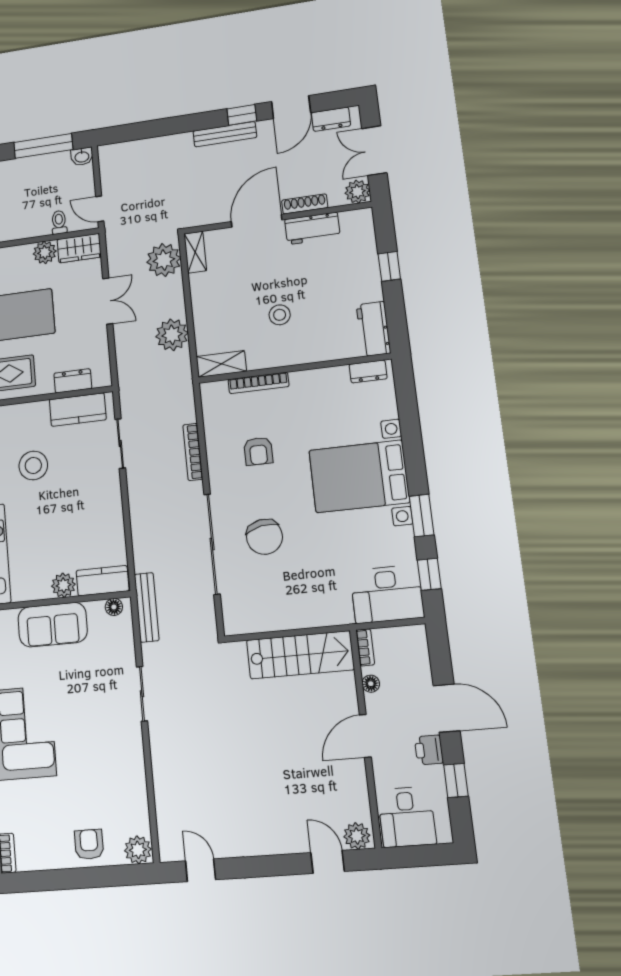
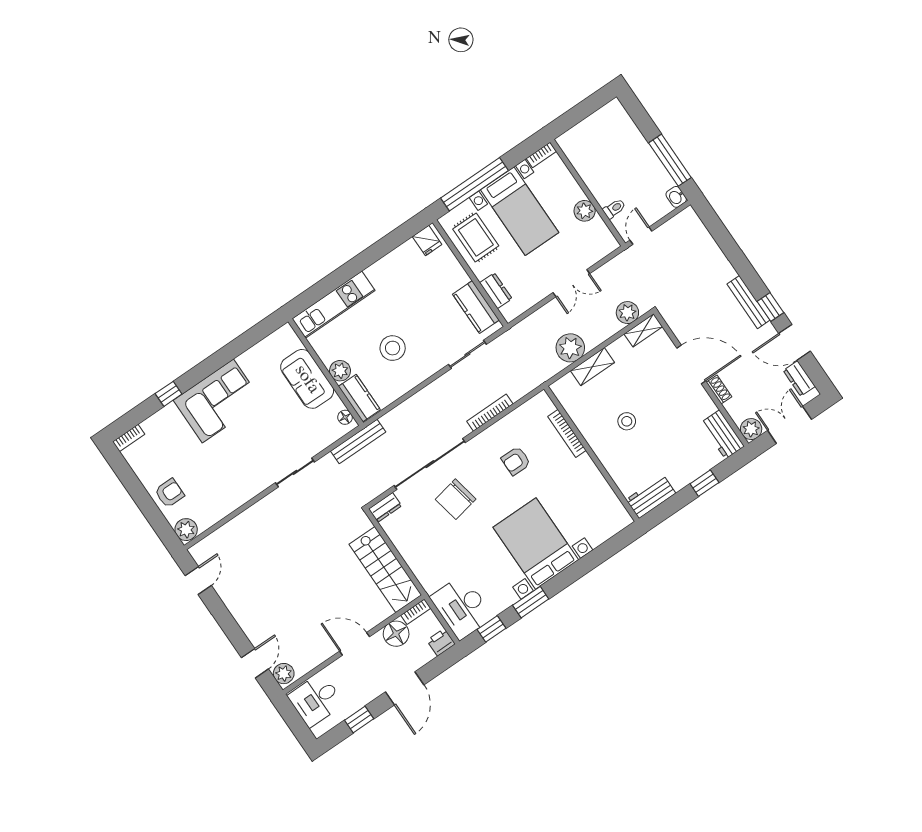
shoe rack: (305, 204) -> (719, 389), width x0.70
workbench: (312, 228) -> (722, 434), moved
wardrobe: (79, 248) -> (602, 237), removed
plant: (164, 260) -> (627, 313), width x0.73, depth x0.73
shelving: (221, 364) -> (593, 367), moved, turned 90
dresser: (368, 371) -> (385, 507), moved, turned -90
stool: (33, 465) -> (393, 348), moved
floor lamp: (371, 684) -> (396, 634), width x1.89, depth x1.89
printer: (429, 750) -> (441, 642), moved

